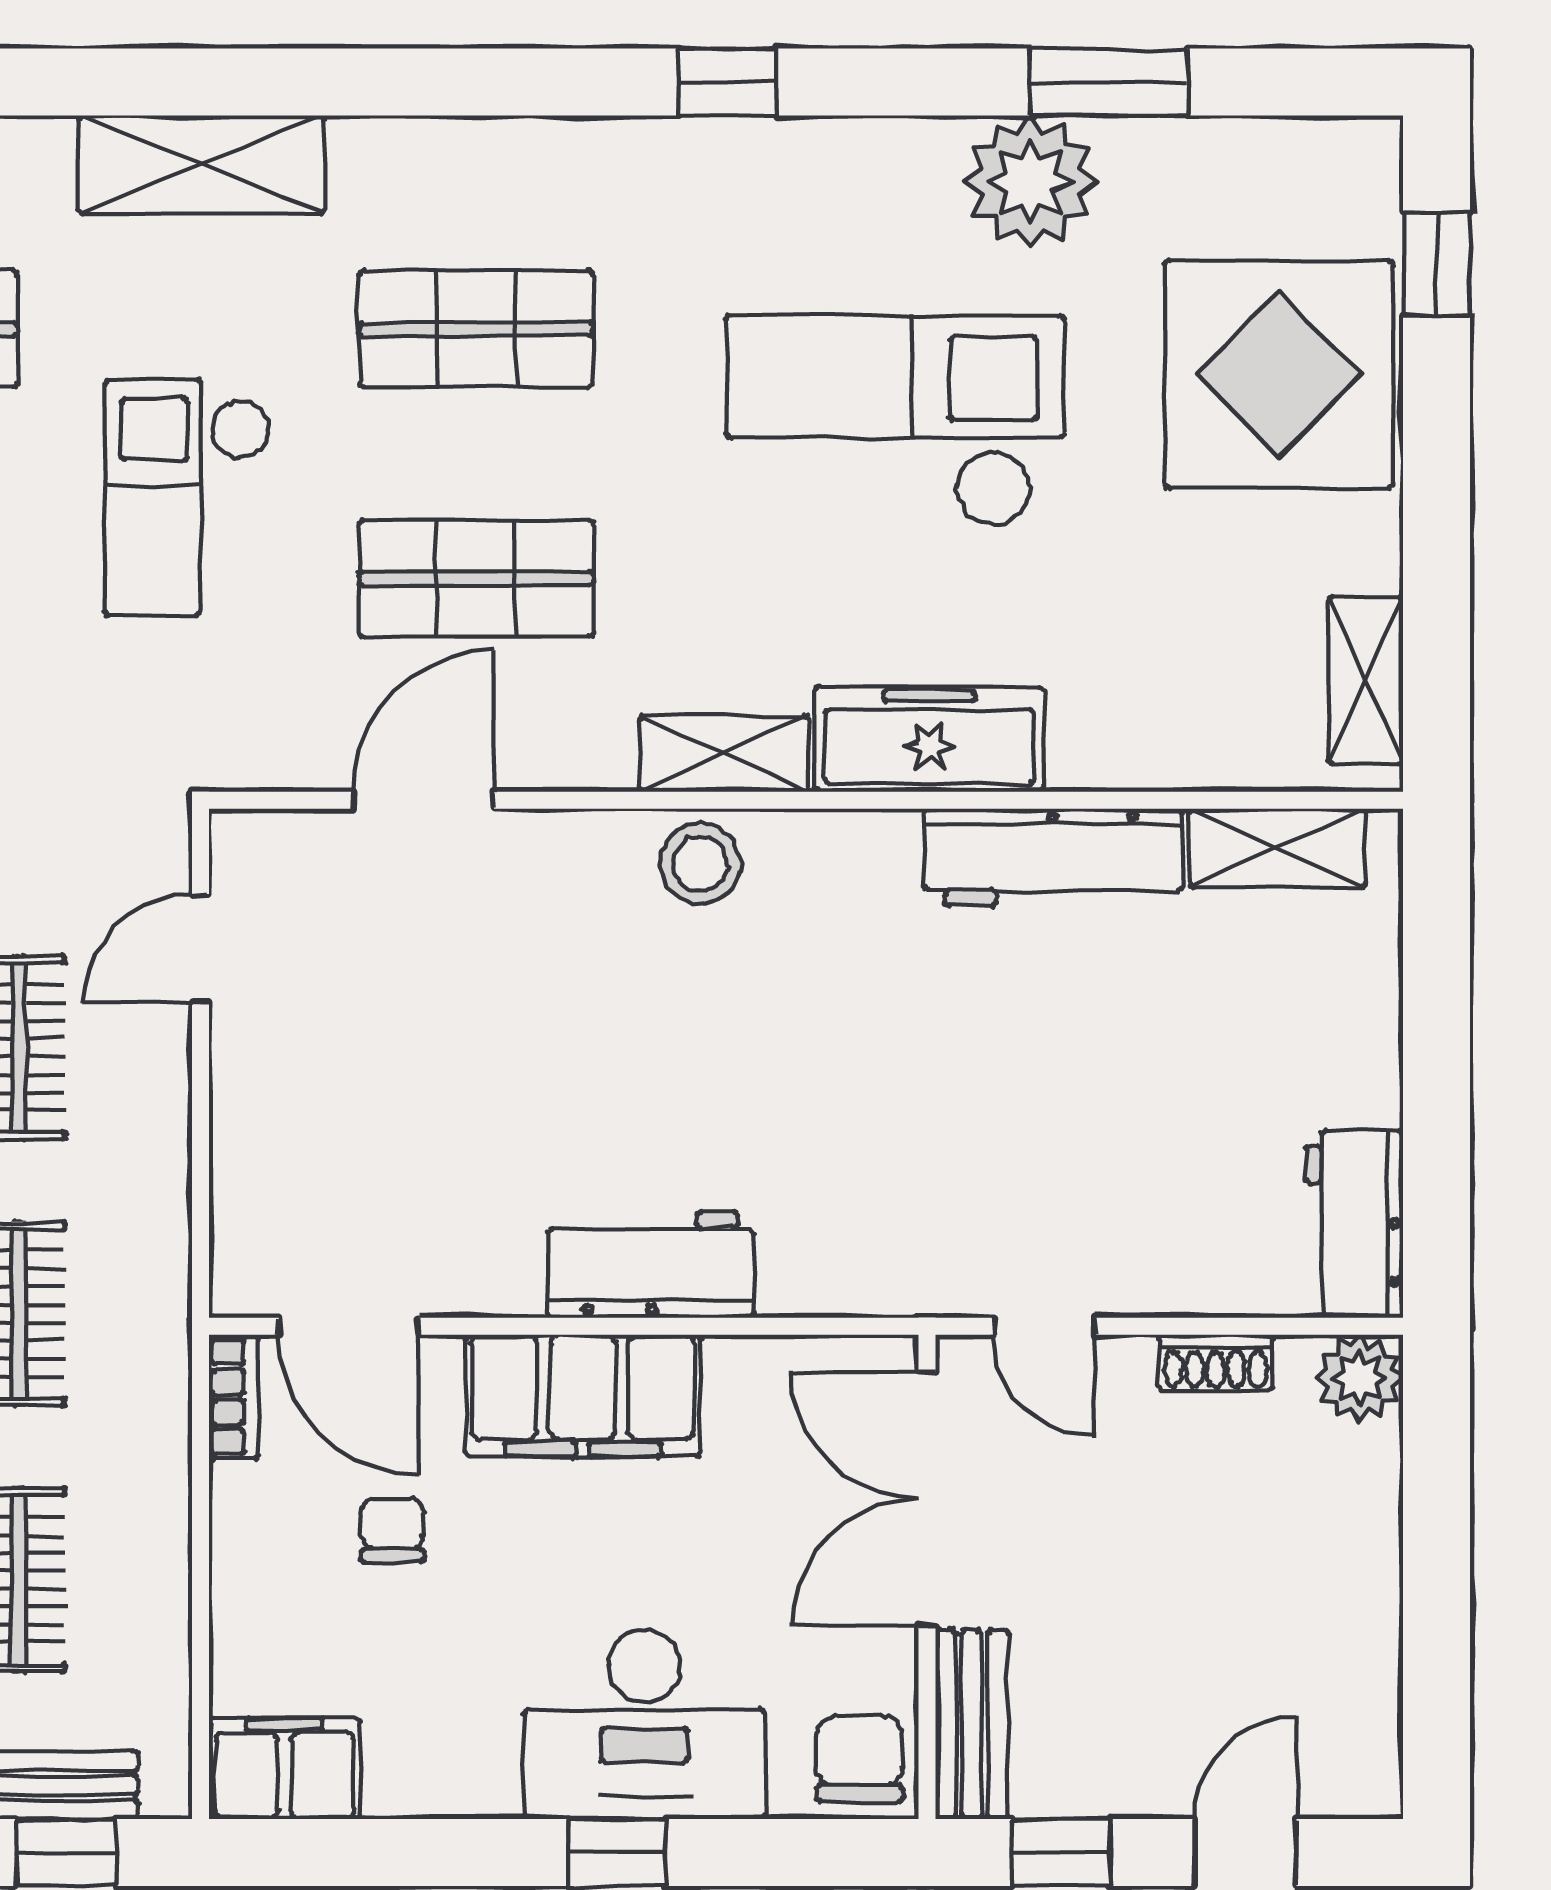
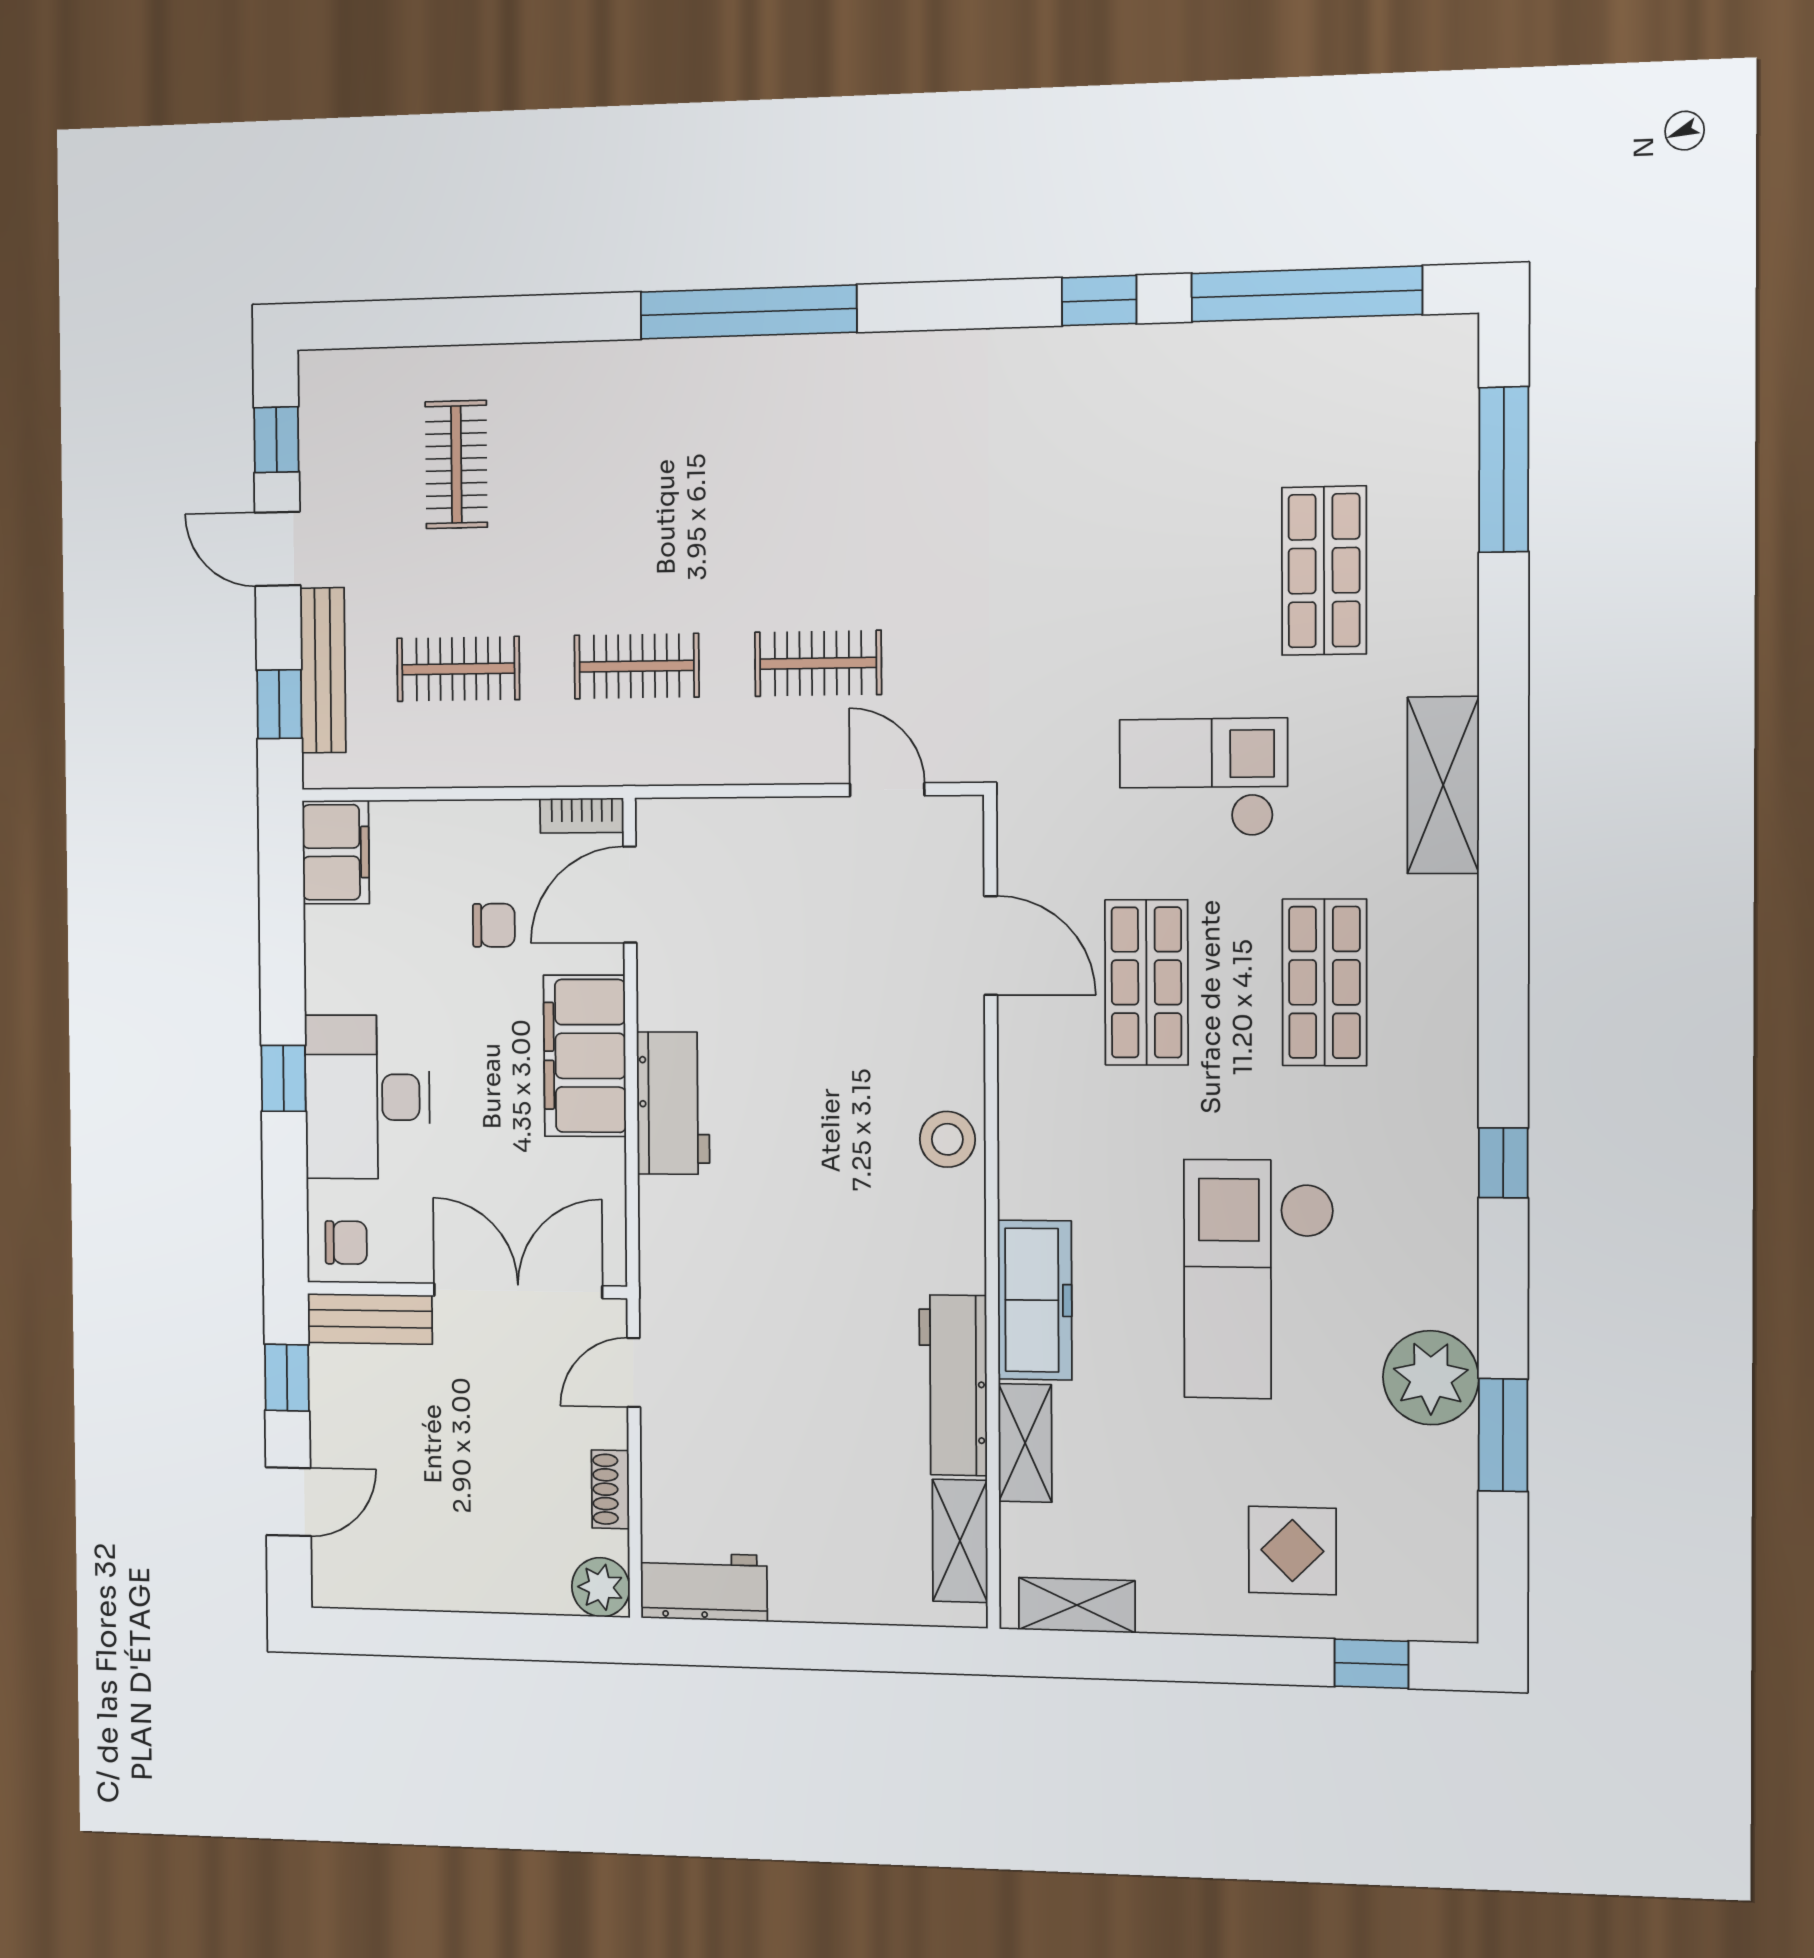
display table: (1279, 375) -> (1292, 1551), width x0.54, depth x0.54
checkout: (895, 421) -> (1259, 1279), turned 180
shelving: (724, 754) -> (1025, 1443), moved
chair: (859, 1759) -> (346, 1243), width x0.73, depth x0.73
door: (1246, 1852) -> (288, 1502), hinge flipped

